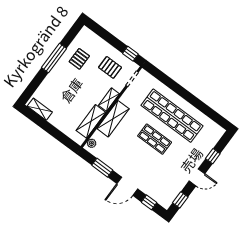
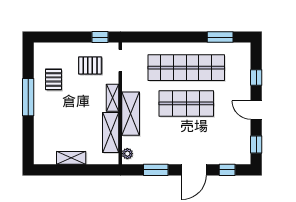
shelving: (40, 109) -> (71, 158), moved
window: (209, 112) -> (220, 37), added
shop shelf: (155, 139) -> (186, 103), width x1.43, depth x1.36
door: (197, 177) -> (256, 110), swing flipped

